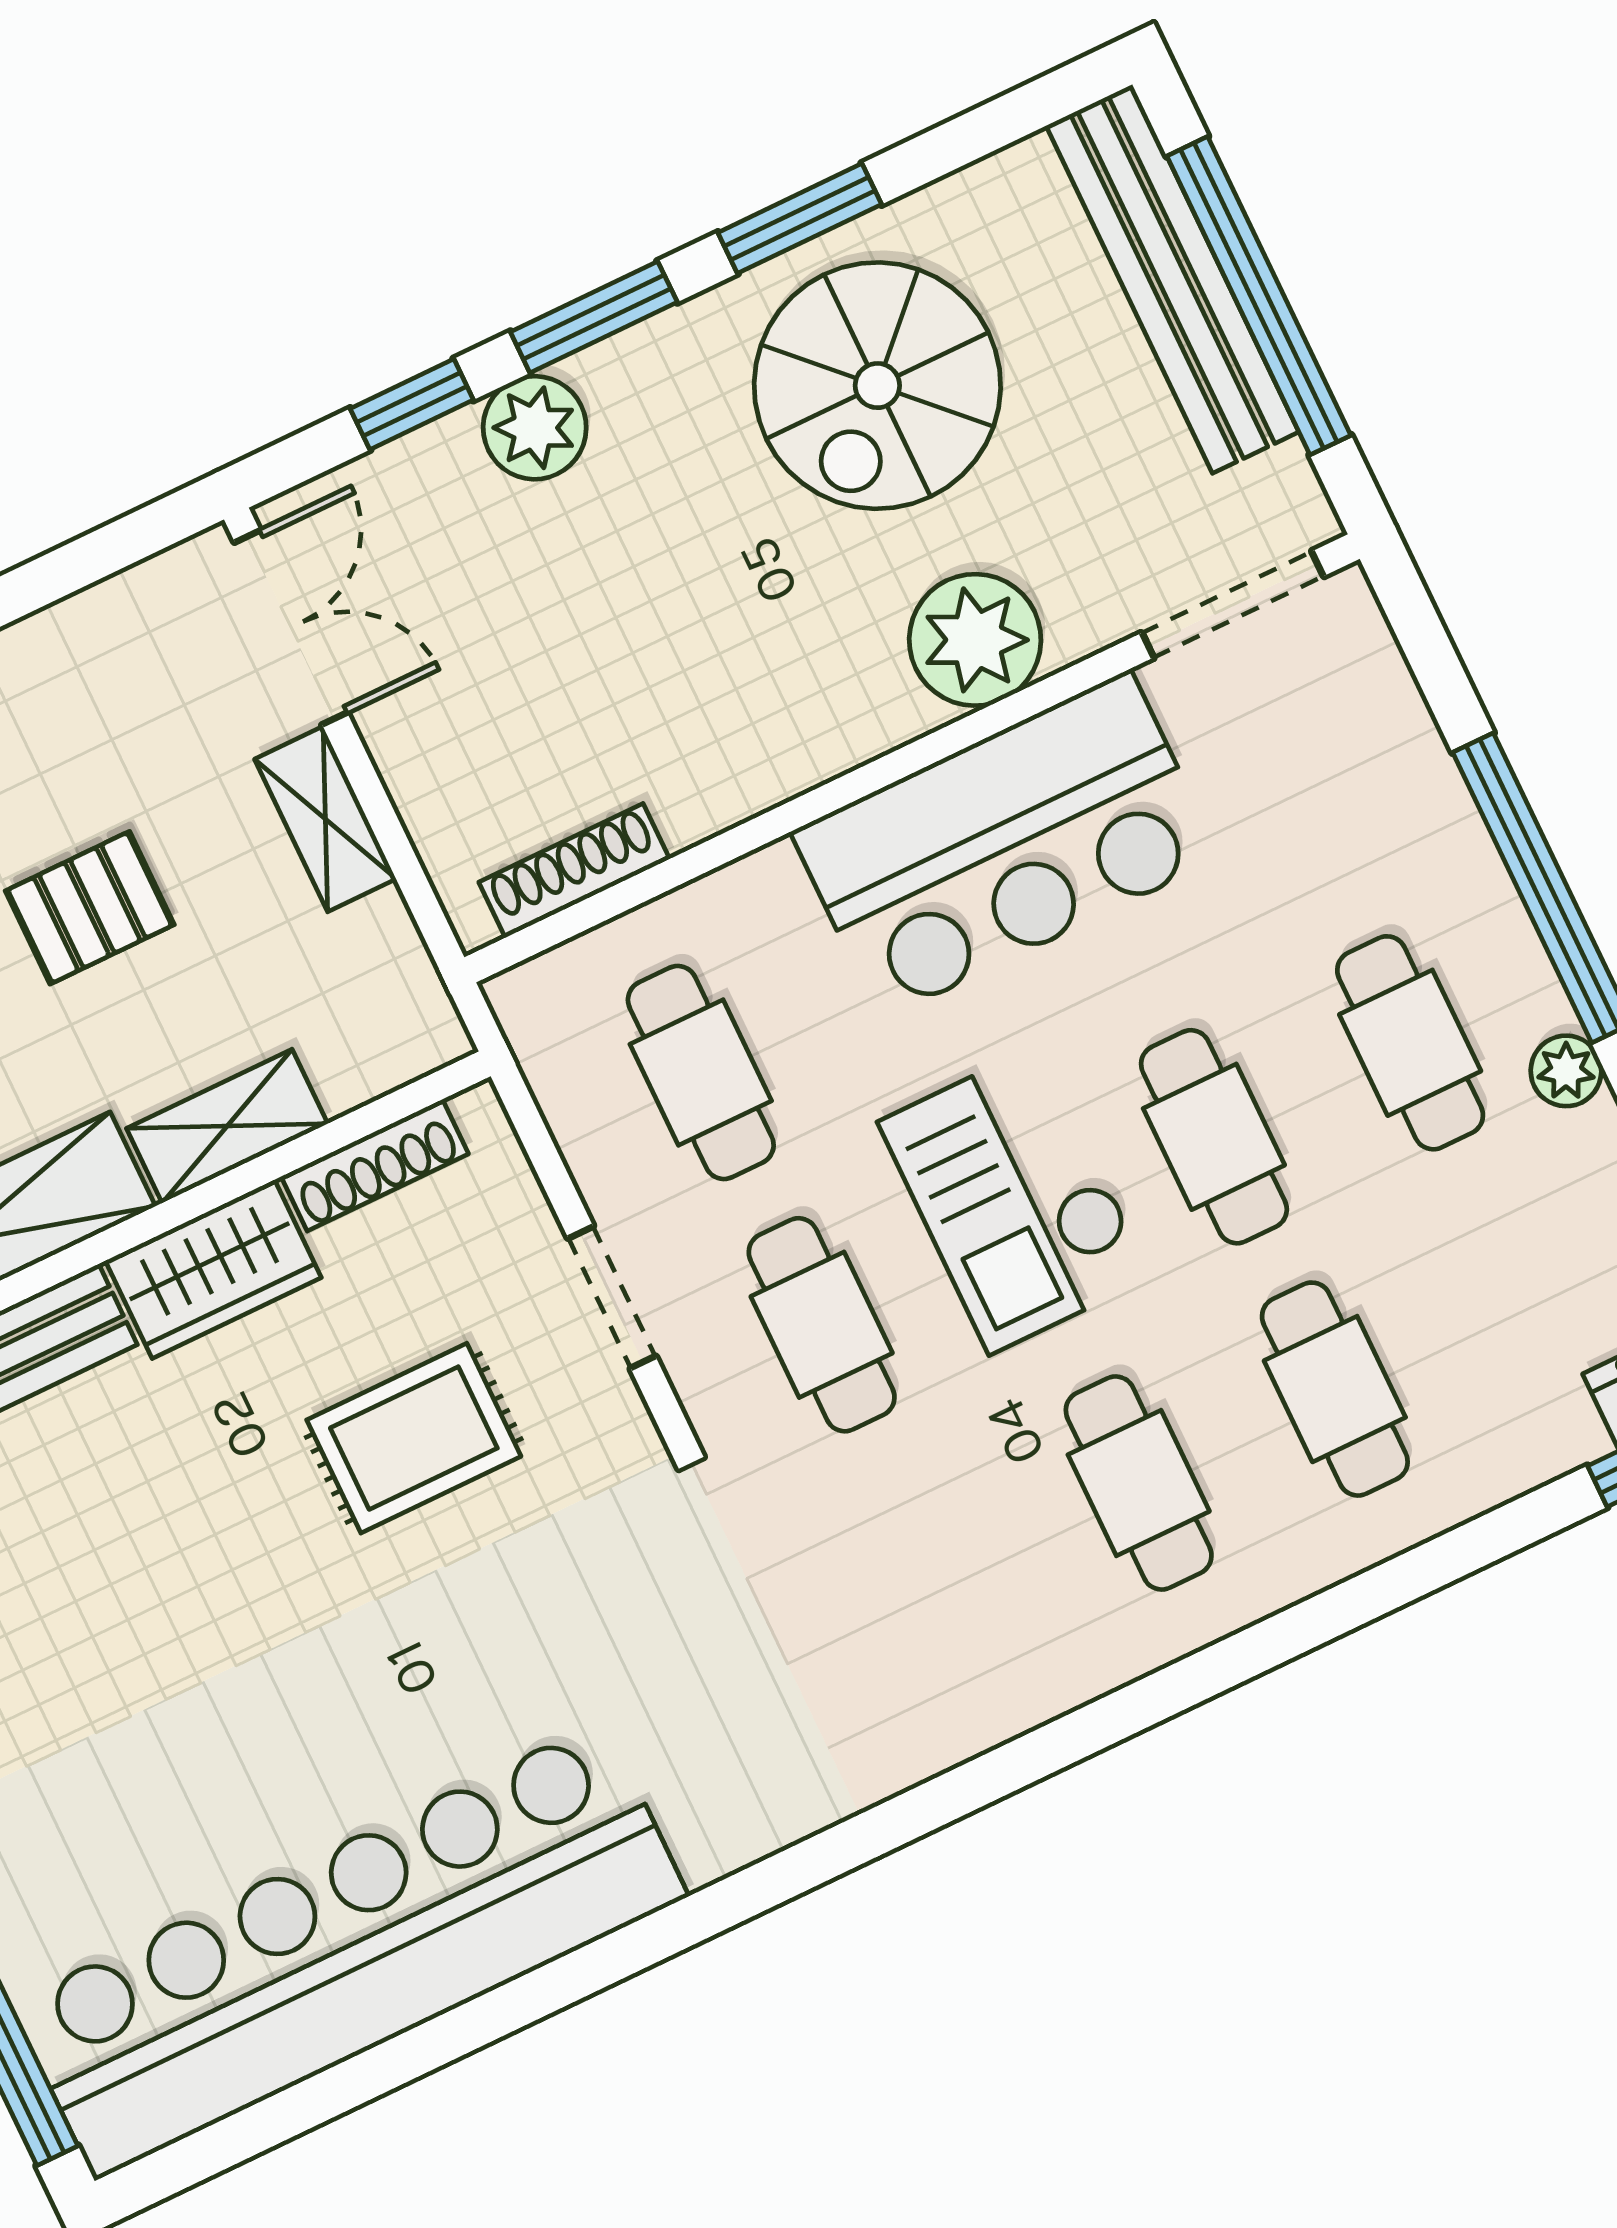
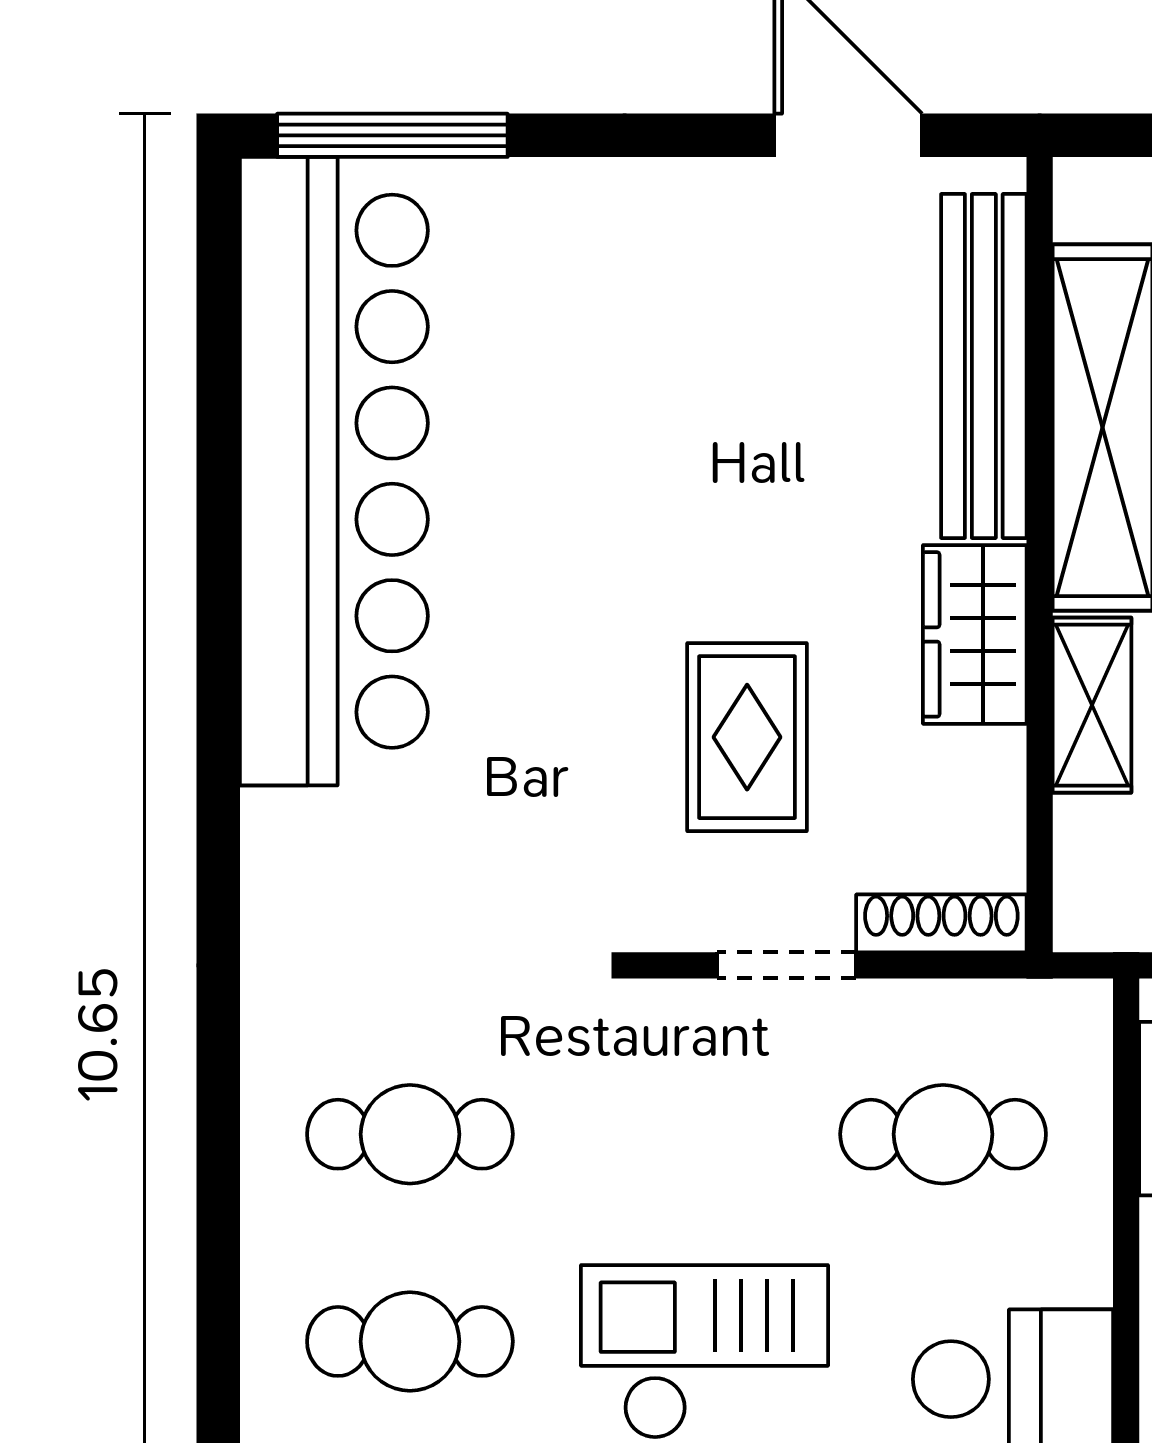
shoe rack: (375, 1165) -> (941, 923), moved, turned 90
cafe table: (822, 1325) -> (410, 1134), moved

